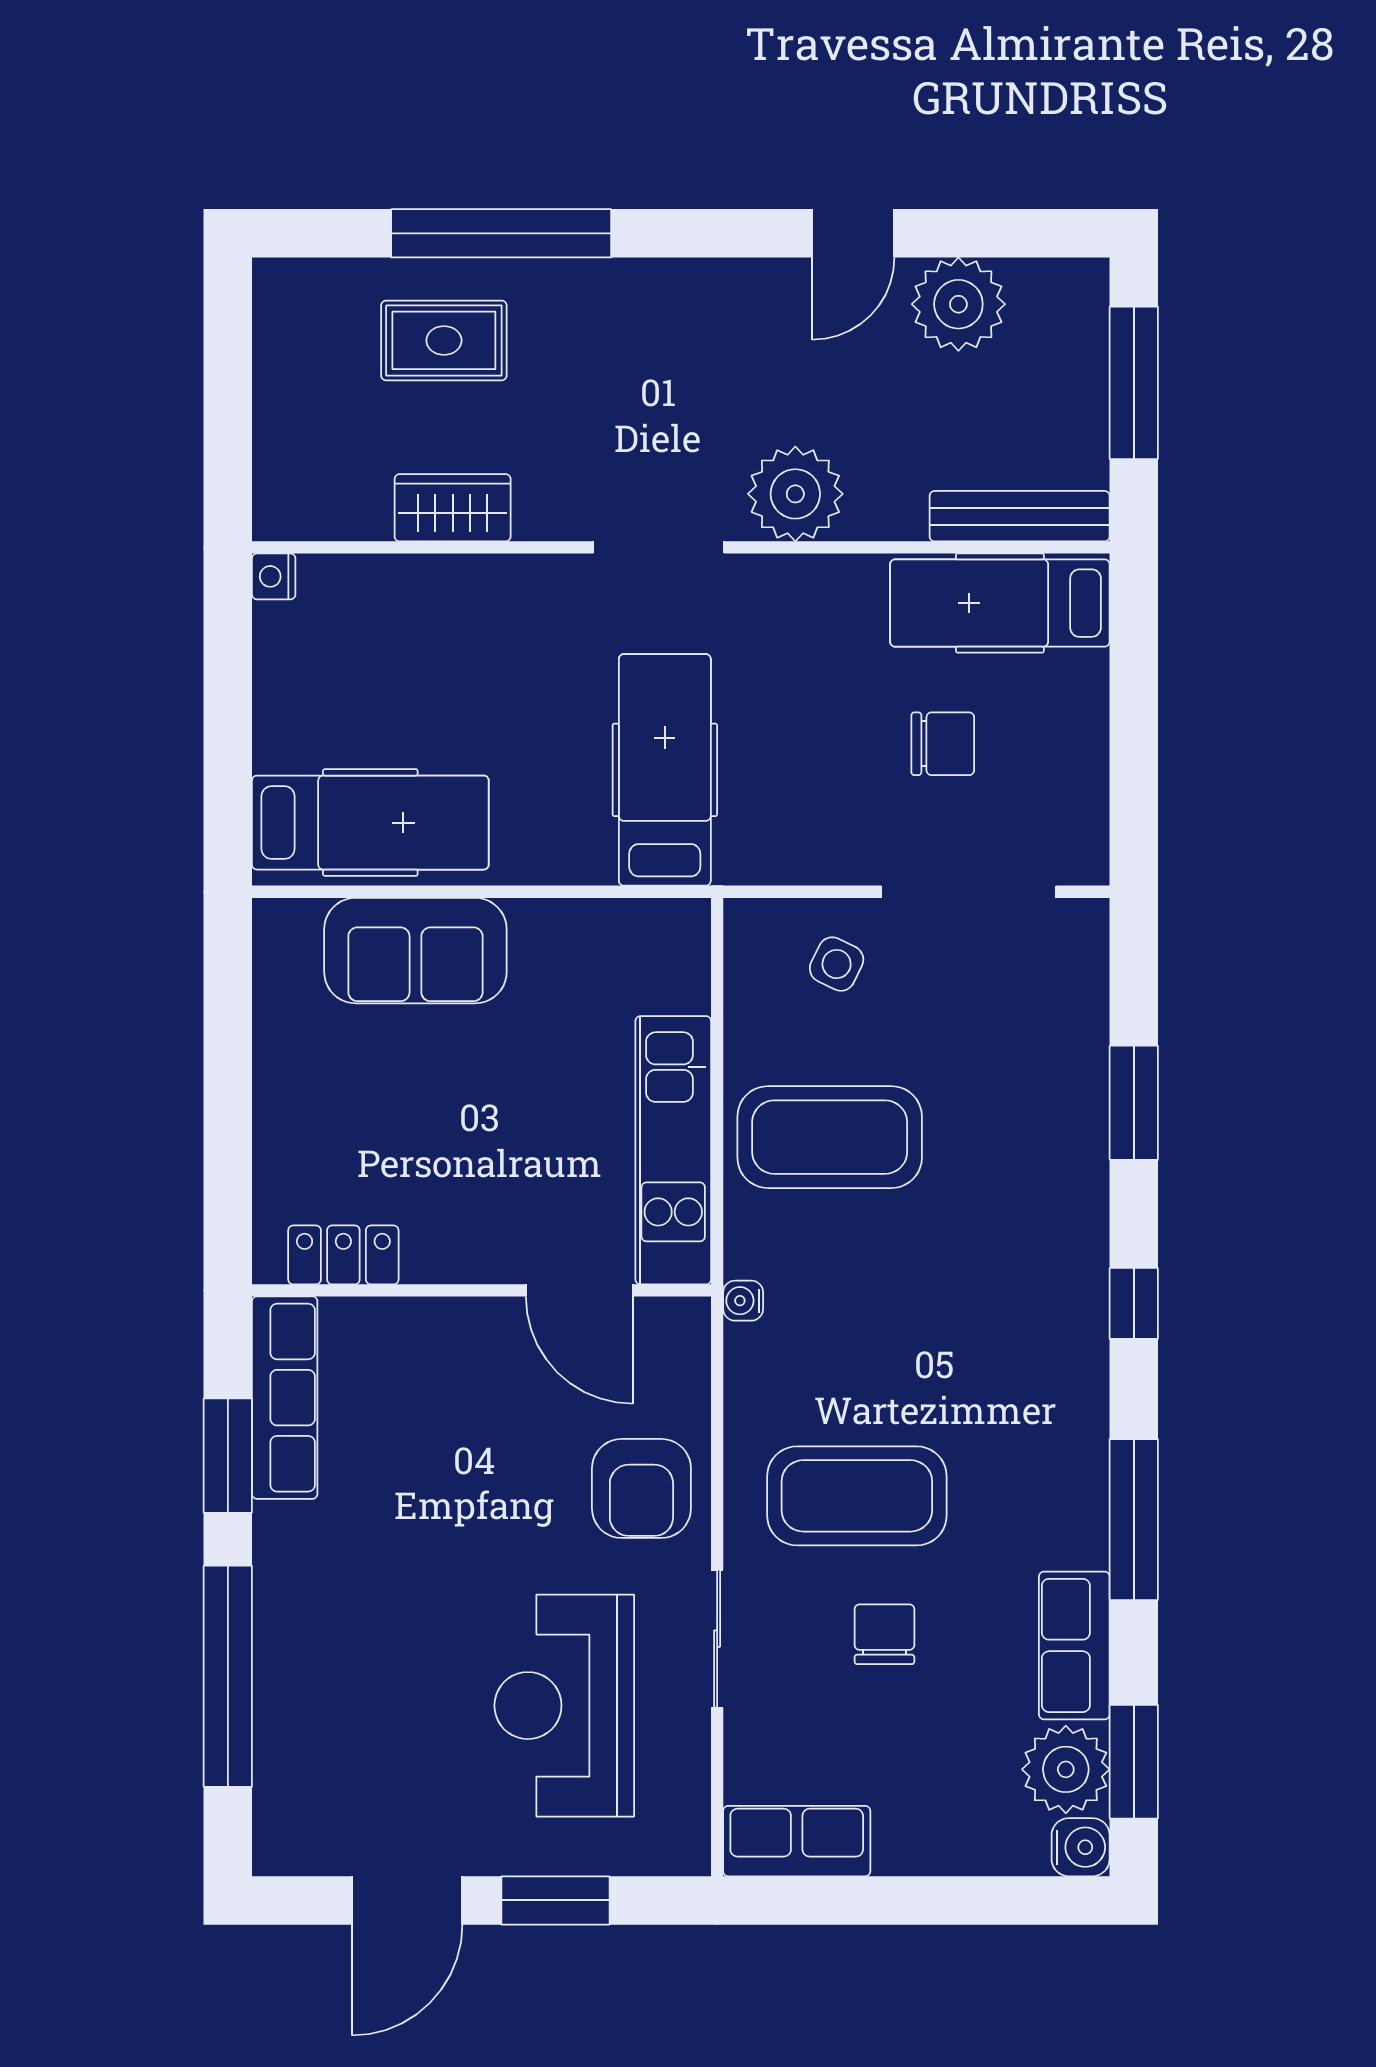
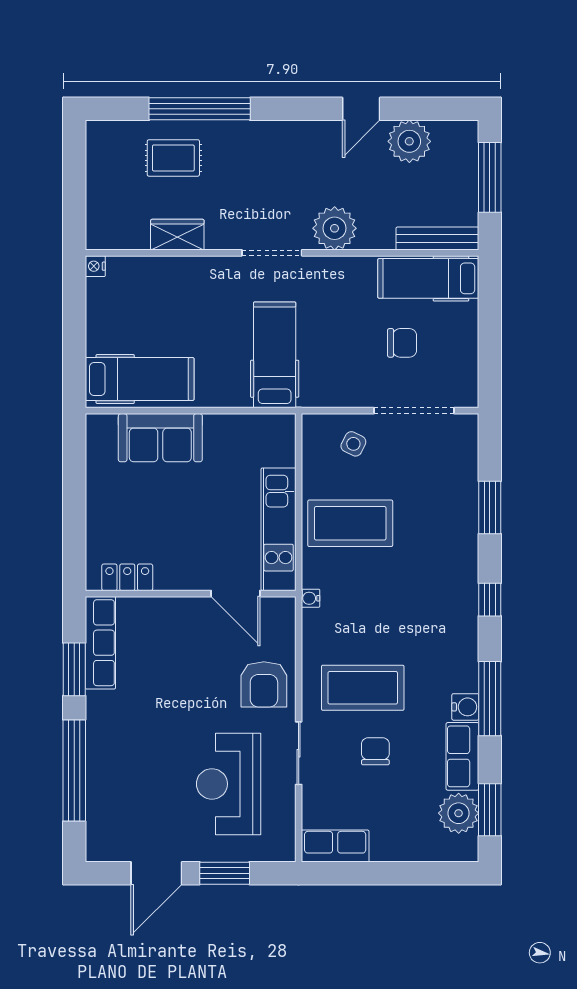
water cooler: (1081, 1847) -> (465, 707), moved

